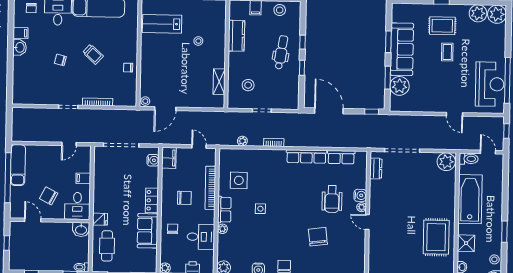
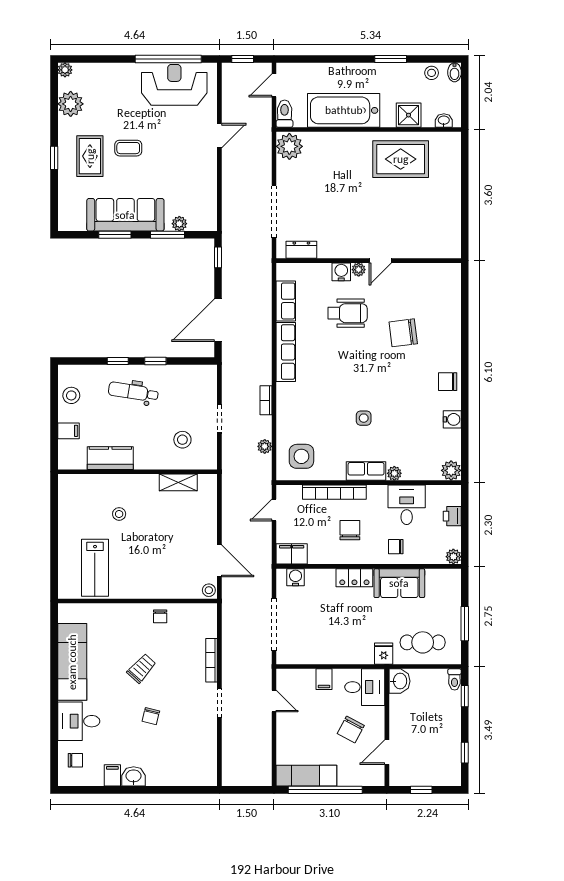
plant: (497, 14) -> (65, 70), width x0.53, depth x0.53
plant: (400, 86) -> (179, 224), width x0.53, depth x0.53
side table: (239, 180) -> (301, 456), moved

